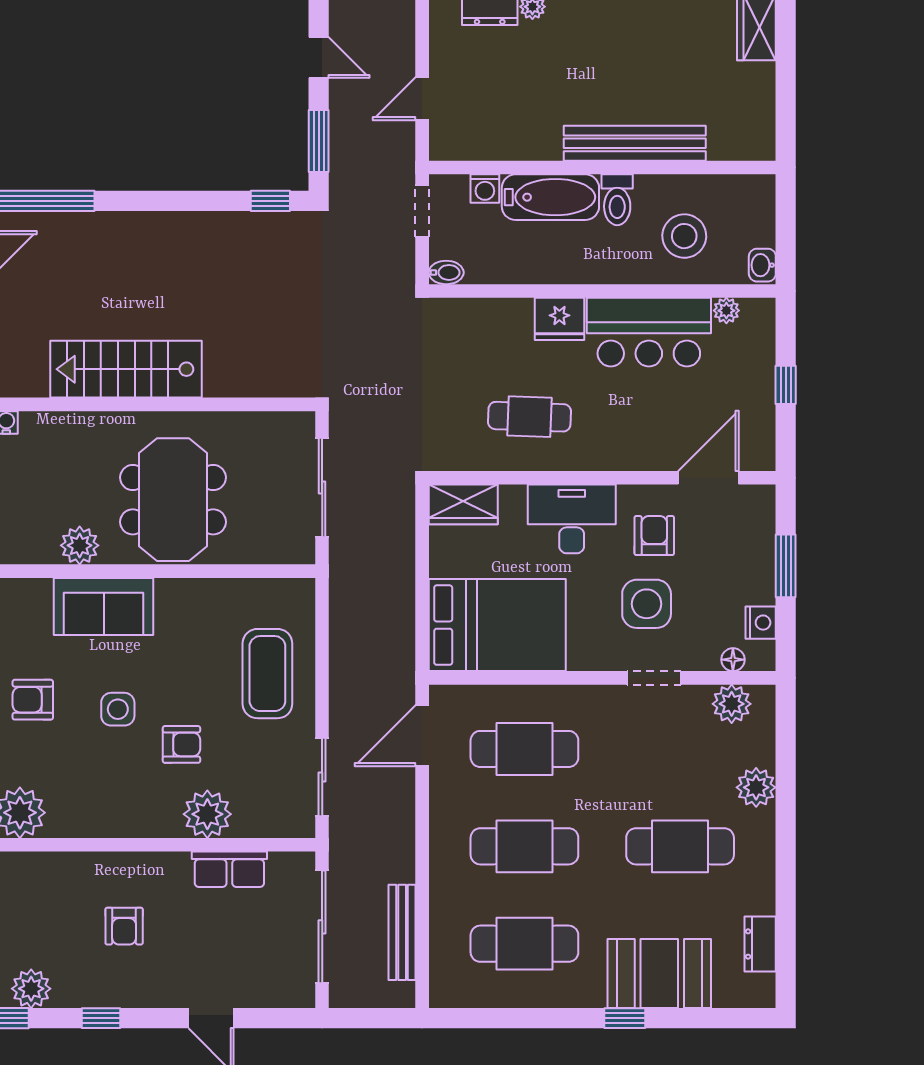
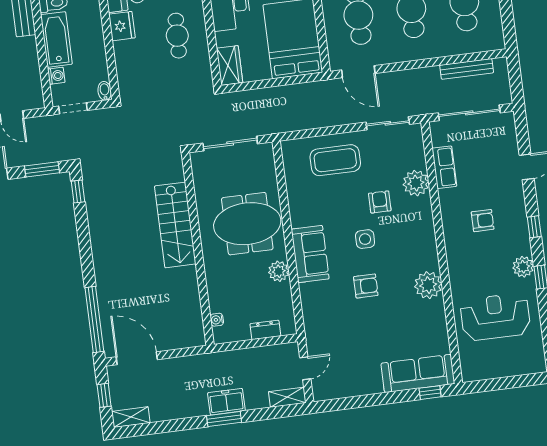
stairs: (126, 369) -> (175, 225), moved
armchair: (33, 700) -> (366, 286), turned -90

